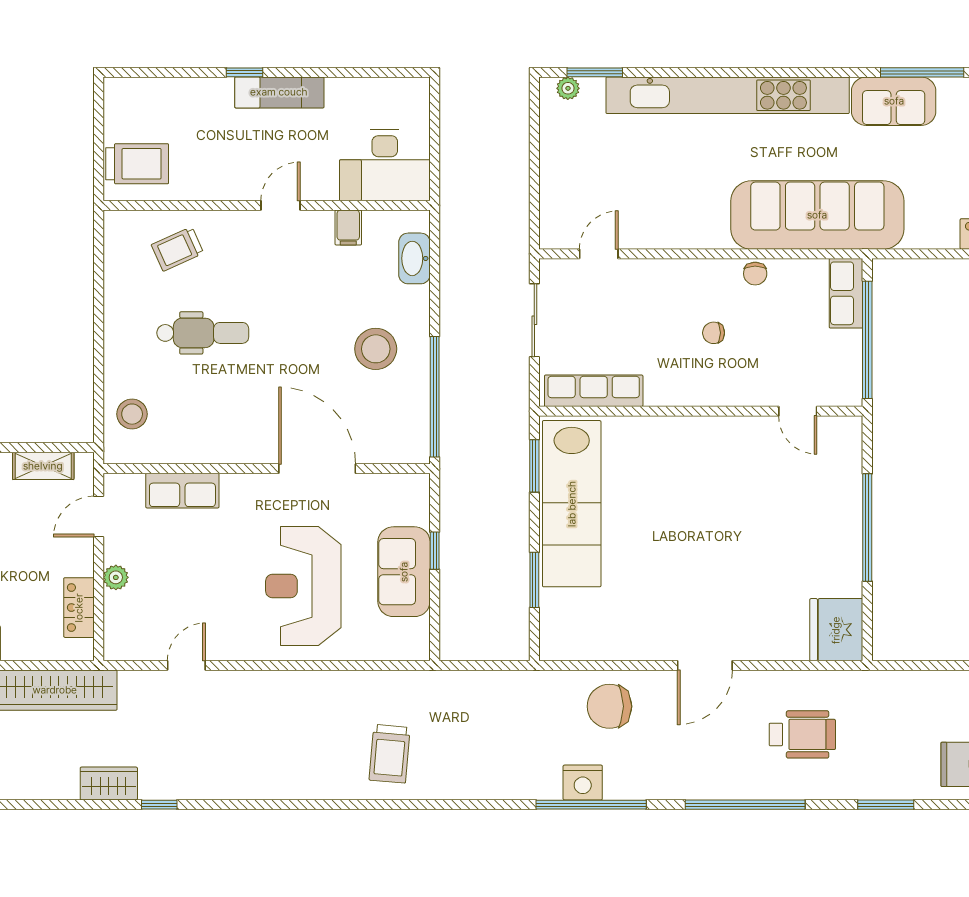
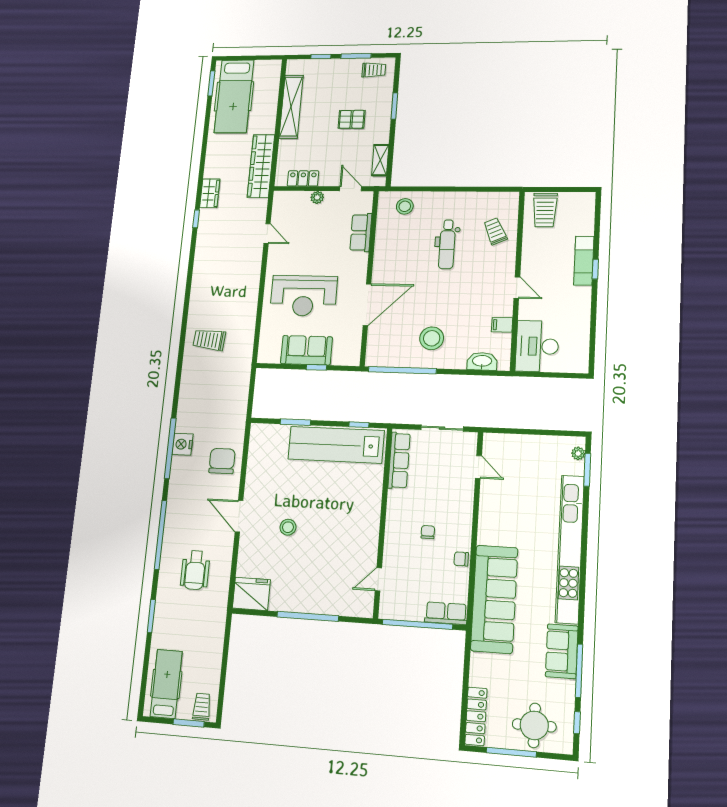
exam couch: (279, 92) -> (584, 261), moved
window: (534, 466) -> (359, 425), width x0.67
stool: (719, 576) -> (288, 527), added
reception desk: (303, 586) -> (304, 296), turned 180

